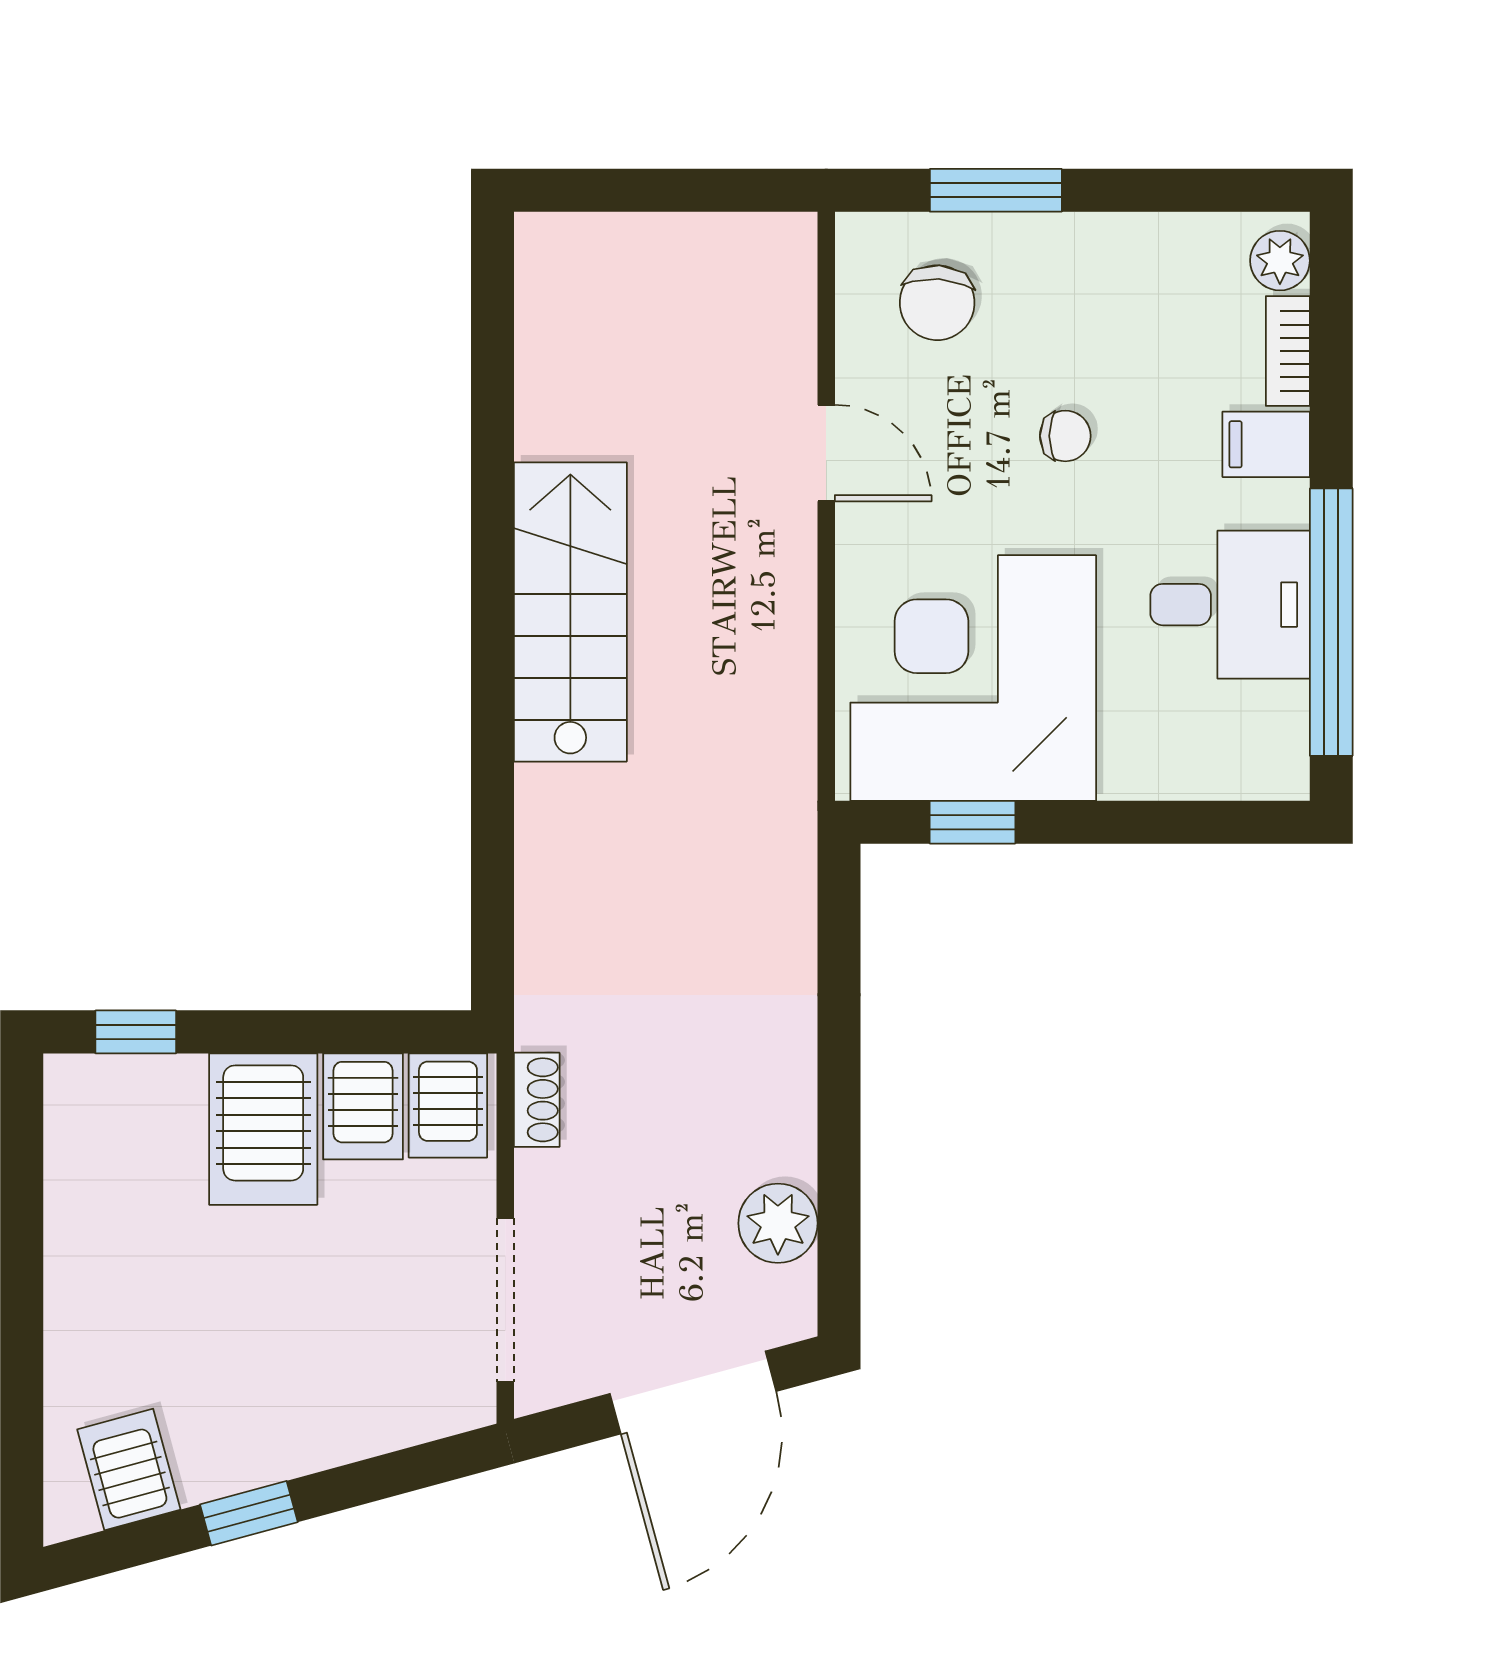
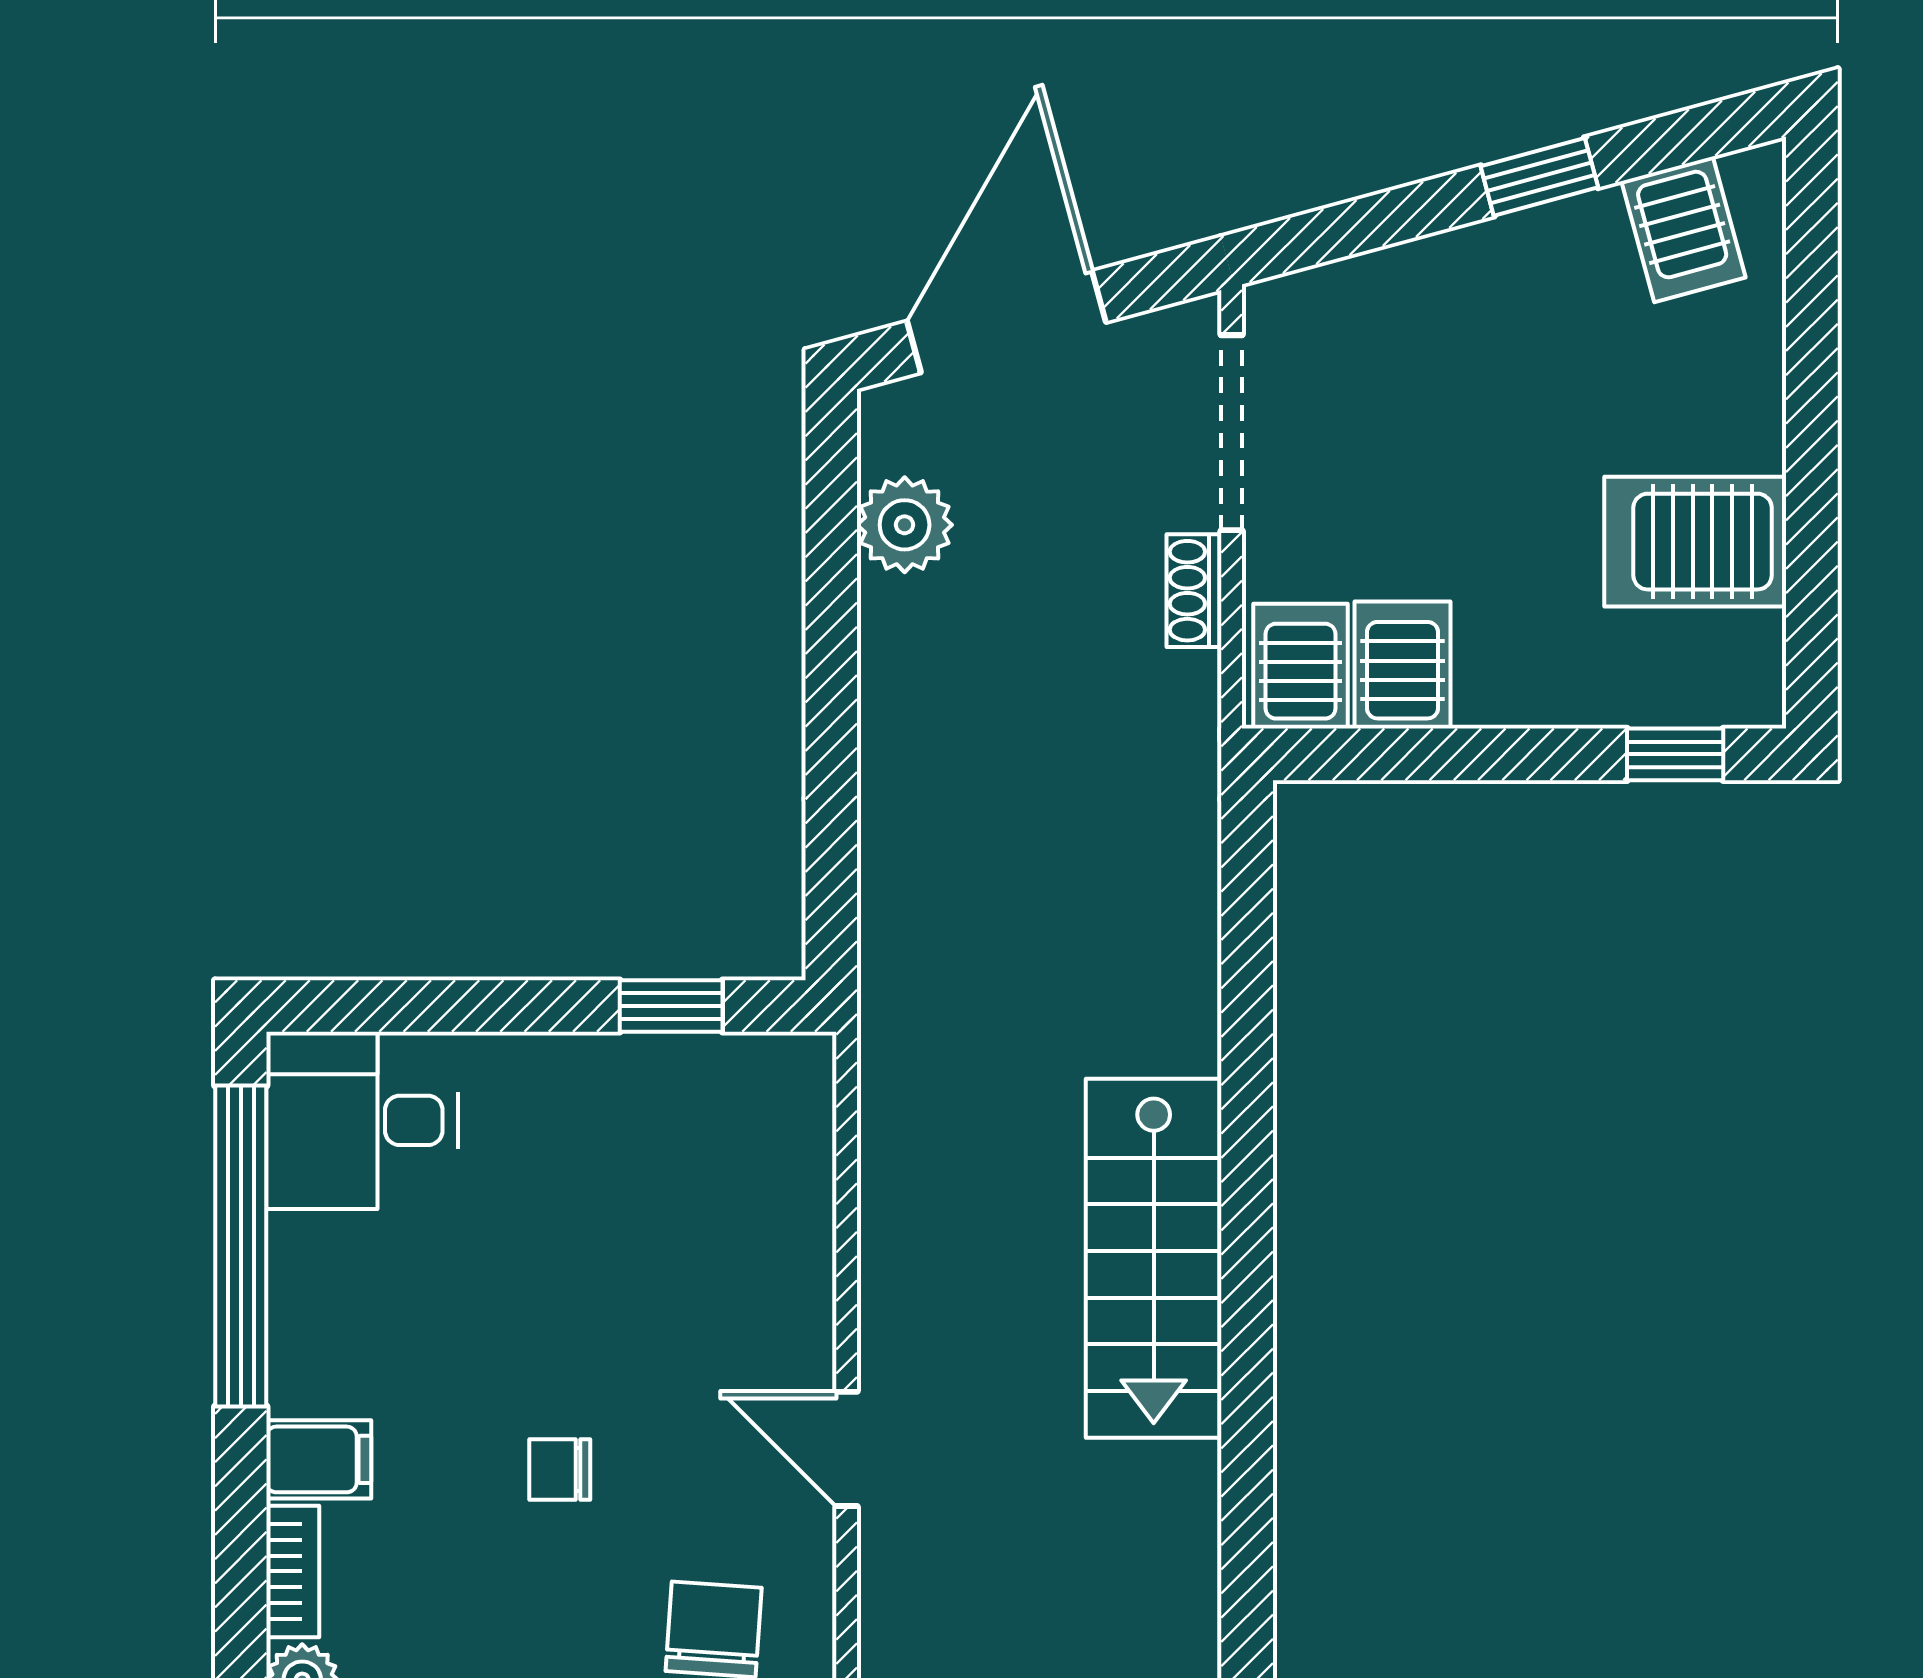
desk: (1230, 605) -> (362, 1120), moved
corner desk: (973, 678) -> (670, 1179), removed
shoe rack: (537, 1100) -> (1194, 591), moved
server rack: (263, 1129) -> (1695, 542), moved, turned -90

